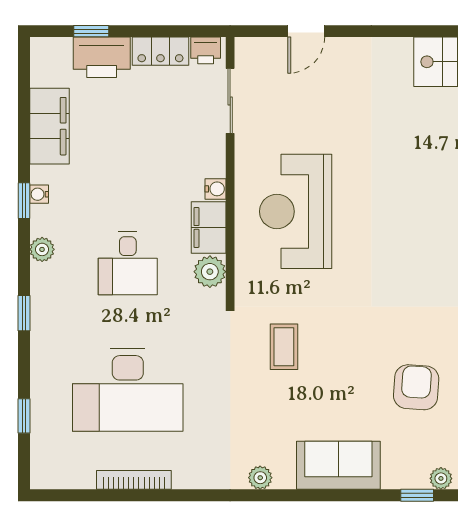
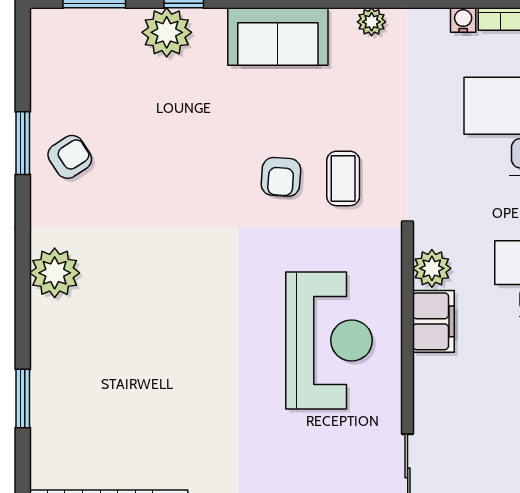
water cooler: (215, 189) -> (463, 20), moved, turned 90
armchair: (416, 387) -> (281, 177), moved, width x0.72, depth x0.72
plant: (441, 478) -> (167, 32), width x1.87, depth x1.87

